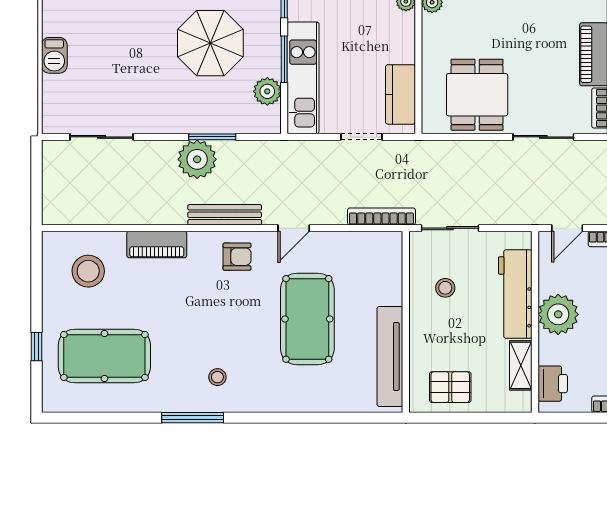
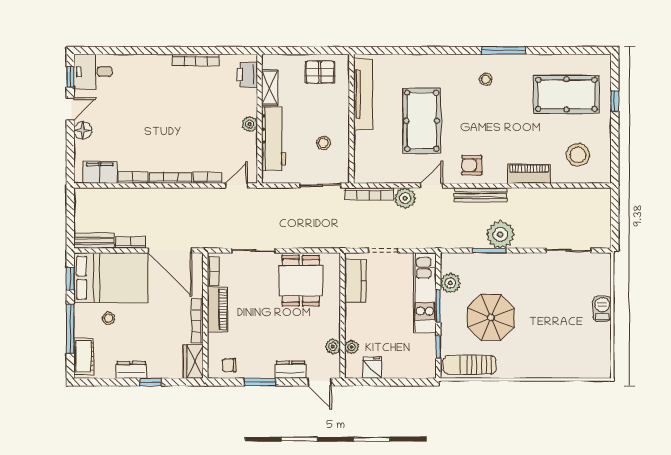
plant: (331, 210) -> (405, 198), added
plant: (558, 314) -> (250, 124), width x0.53, depth x0.53

